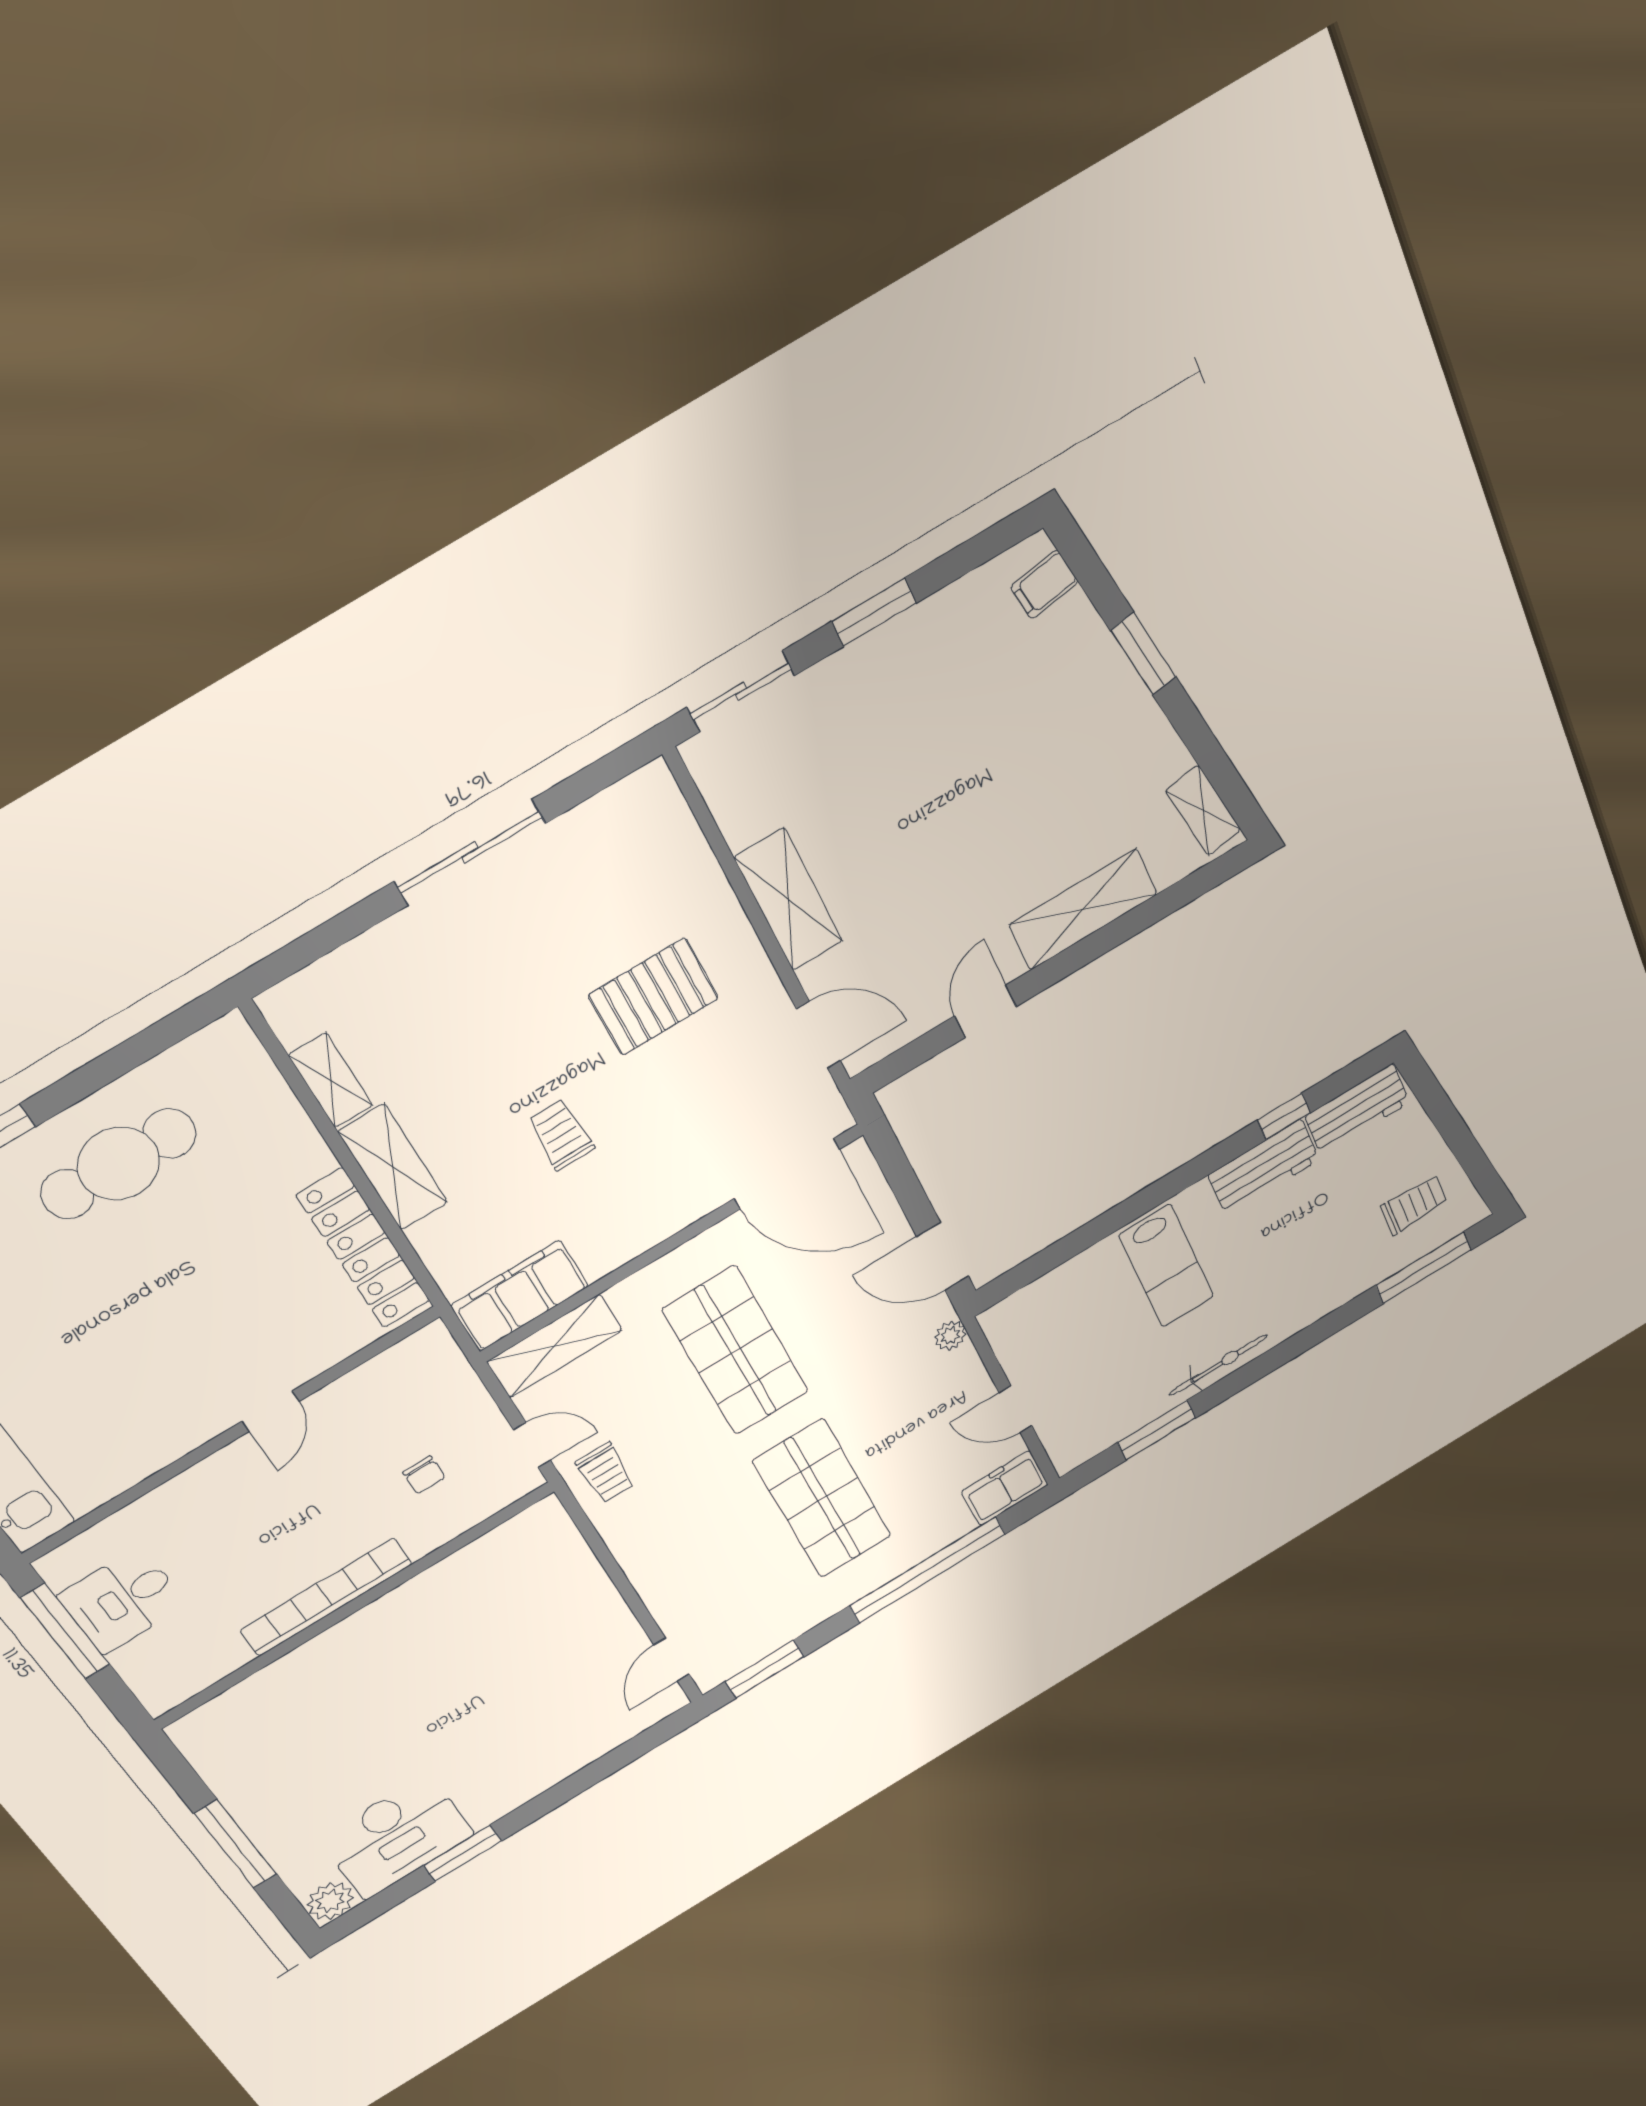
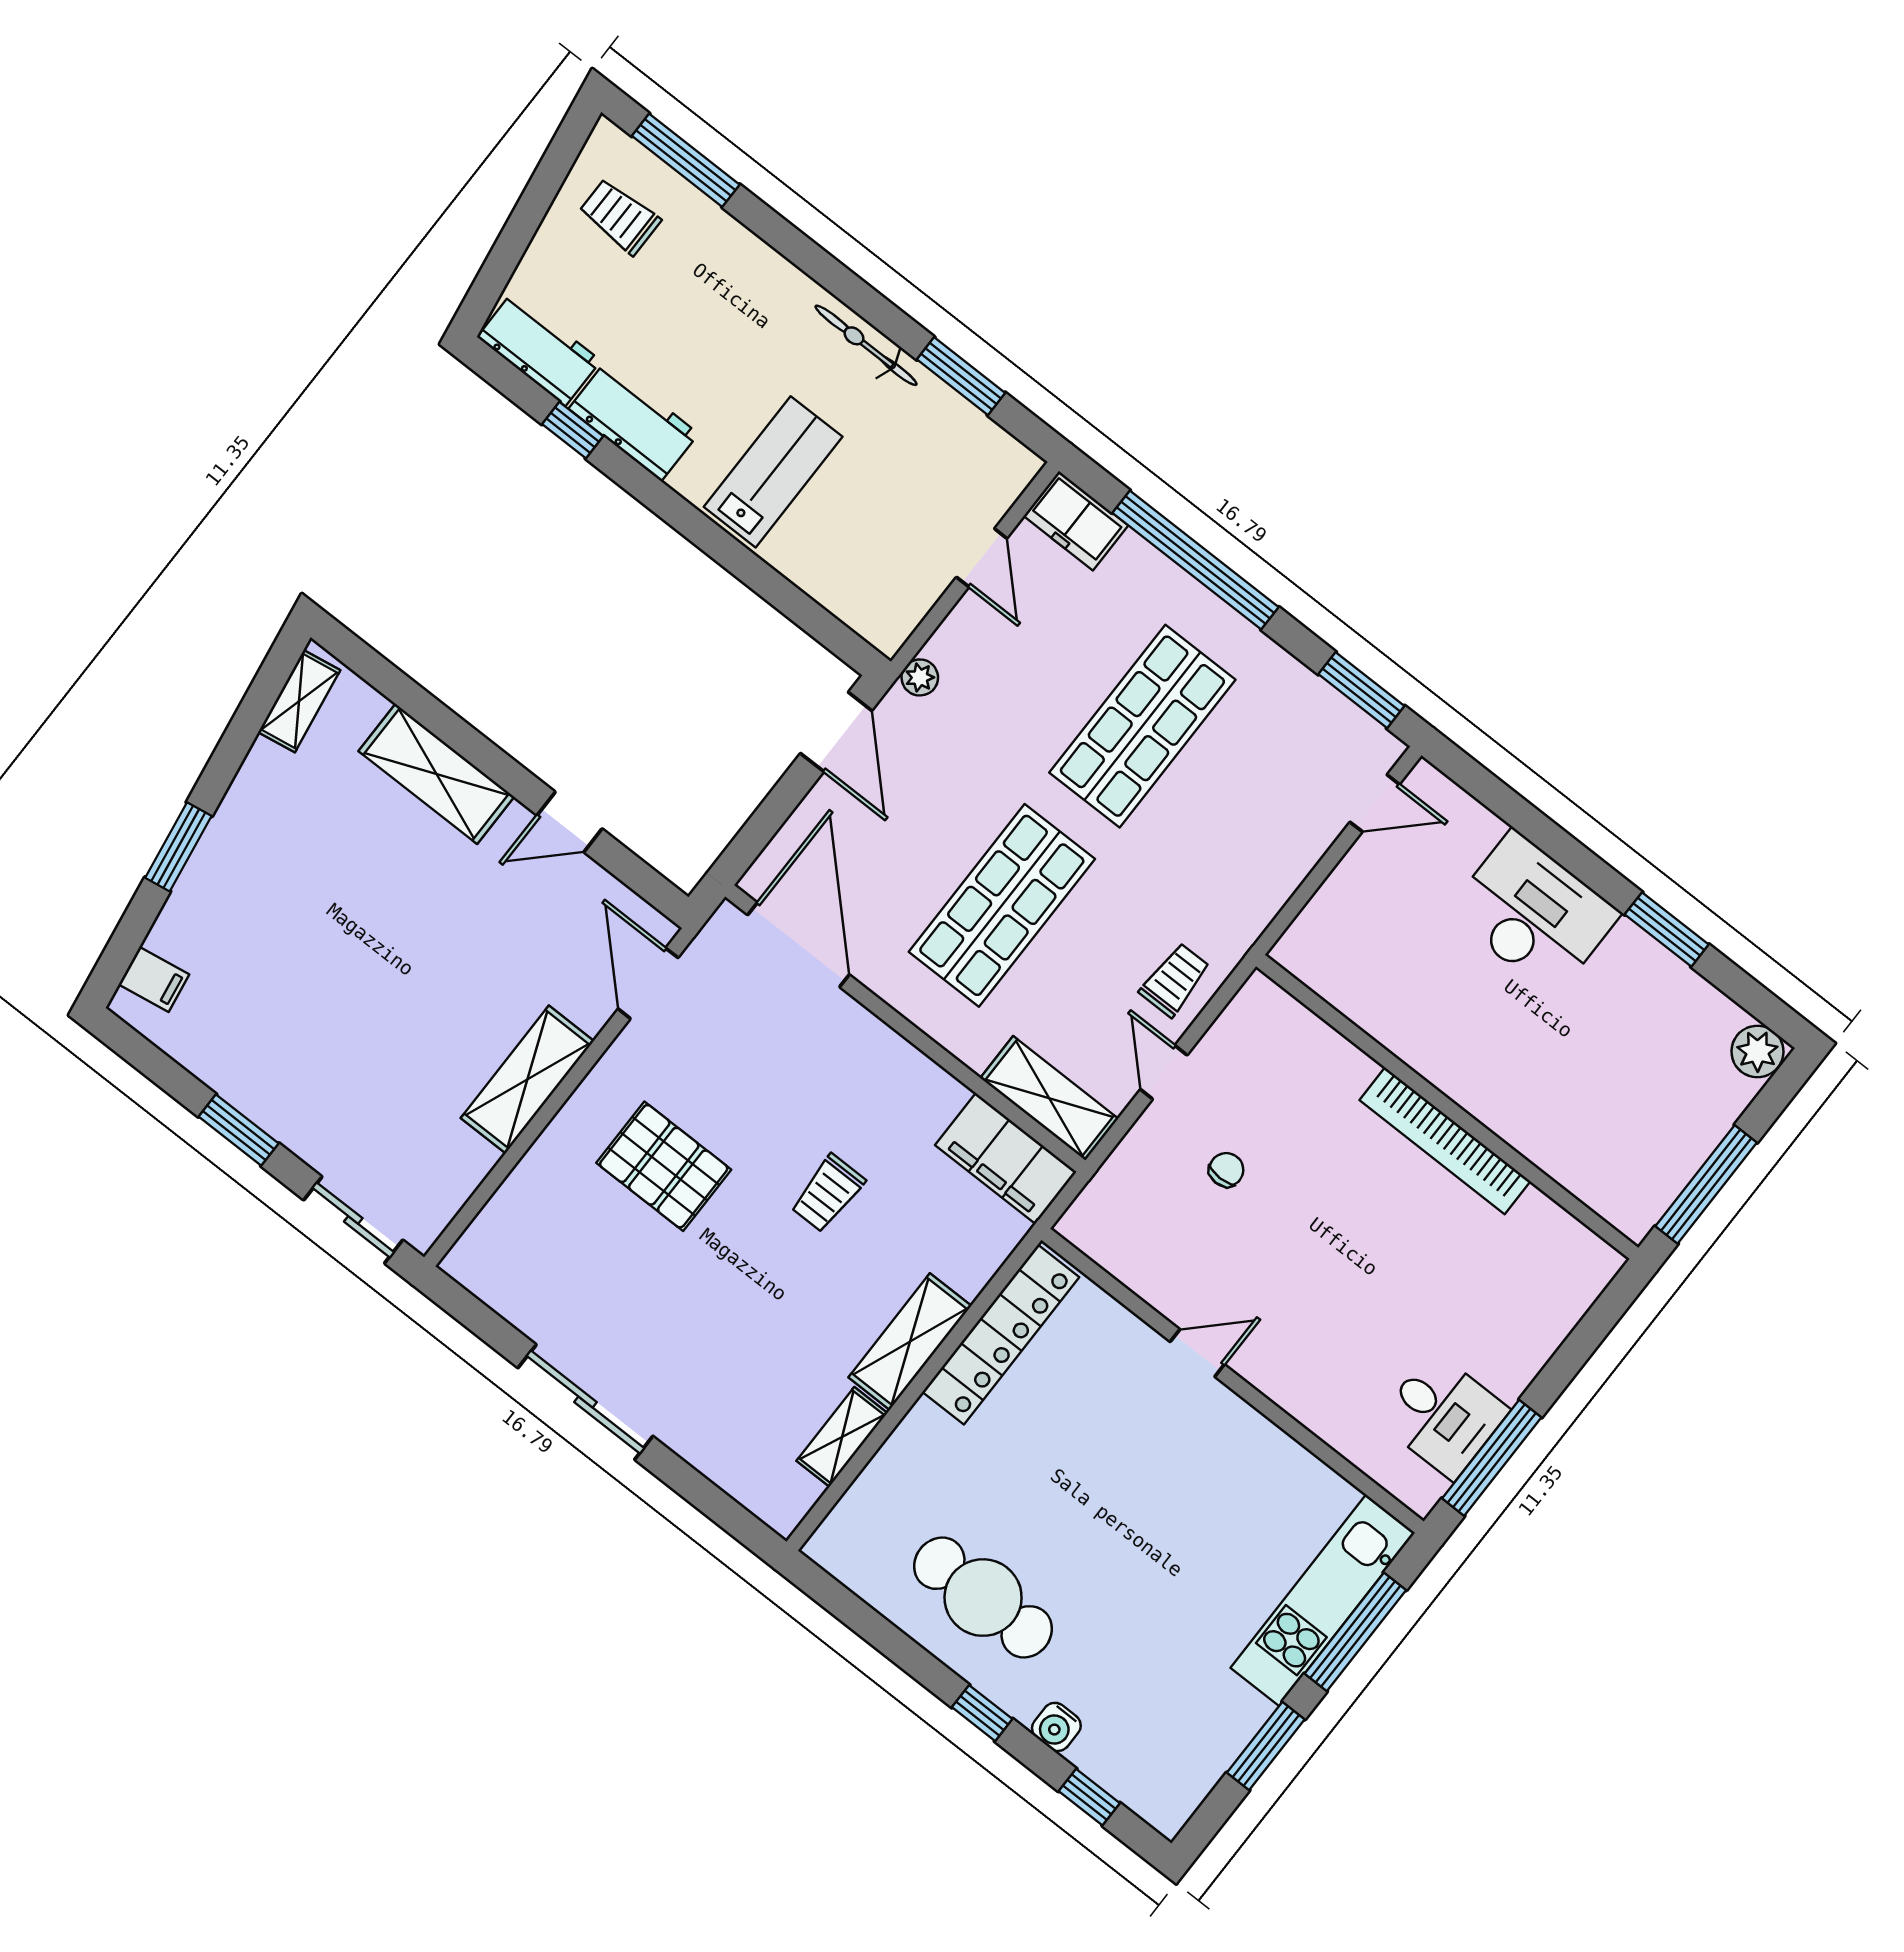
bookcase: (326, 1597) -> (1445, 1141), moved
wall: (355, 1605) -> (1447, 1107), moved
desk: (397, 1836) -> (1533, 913), moved

